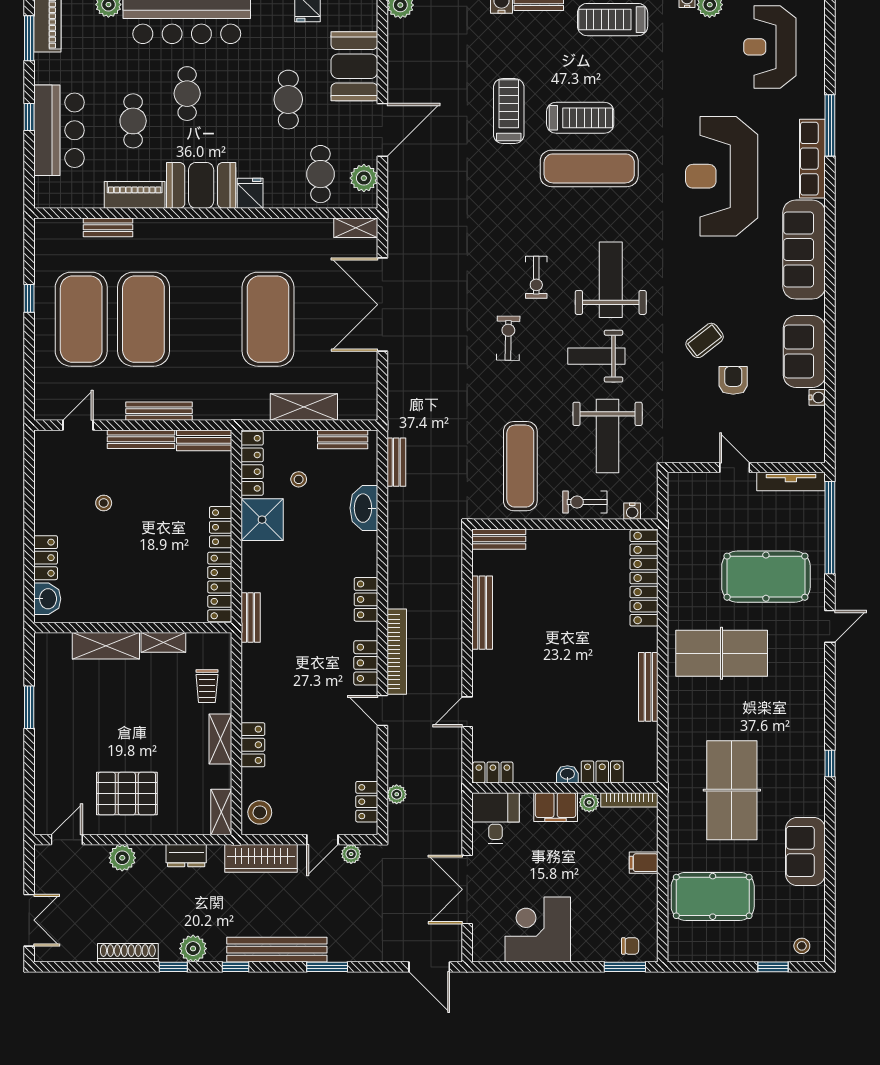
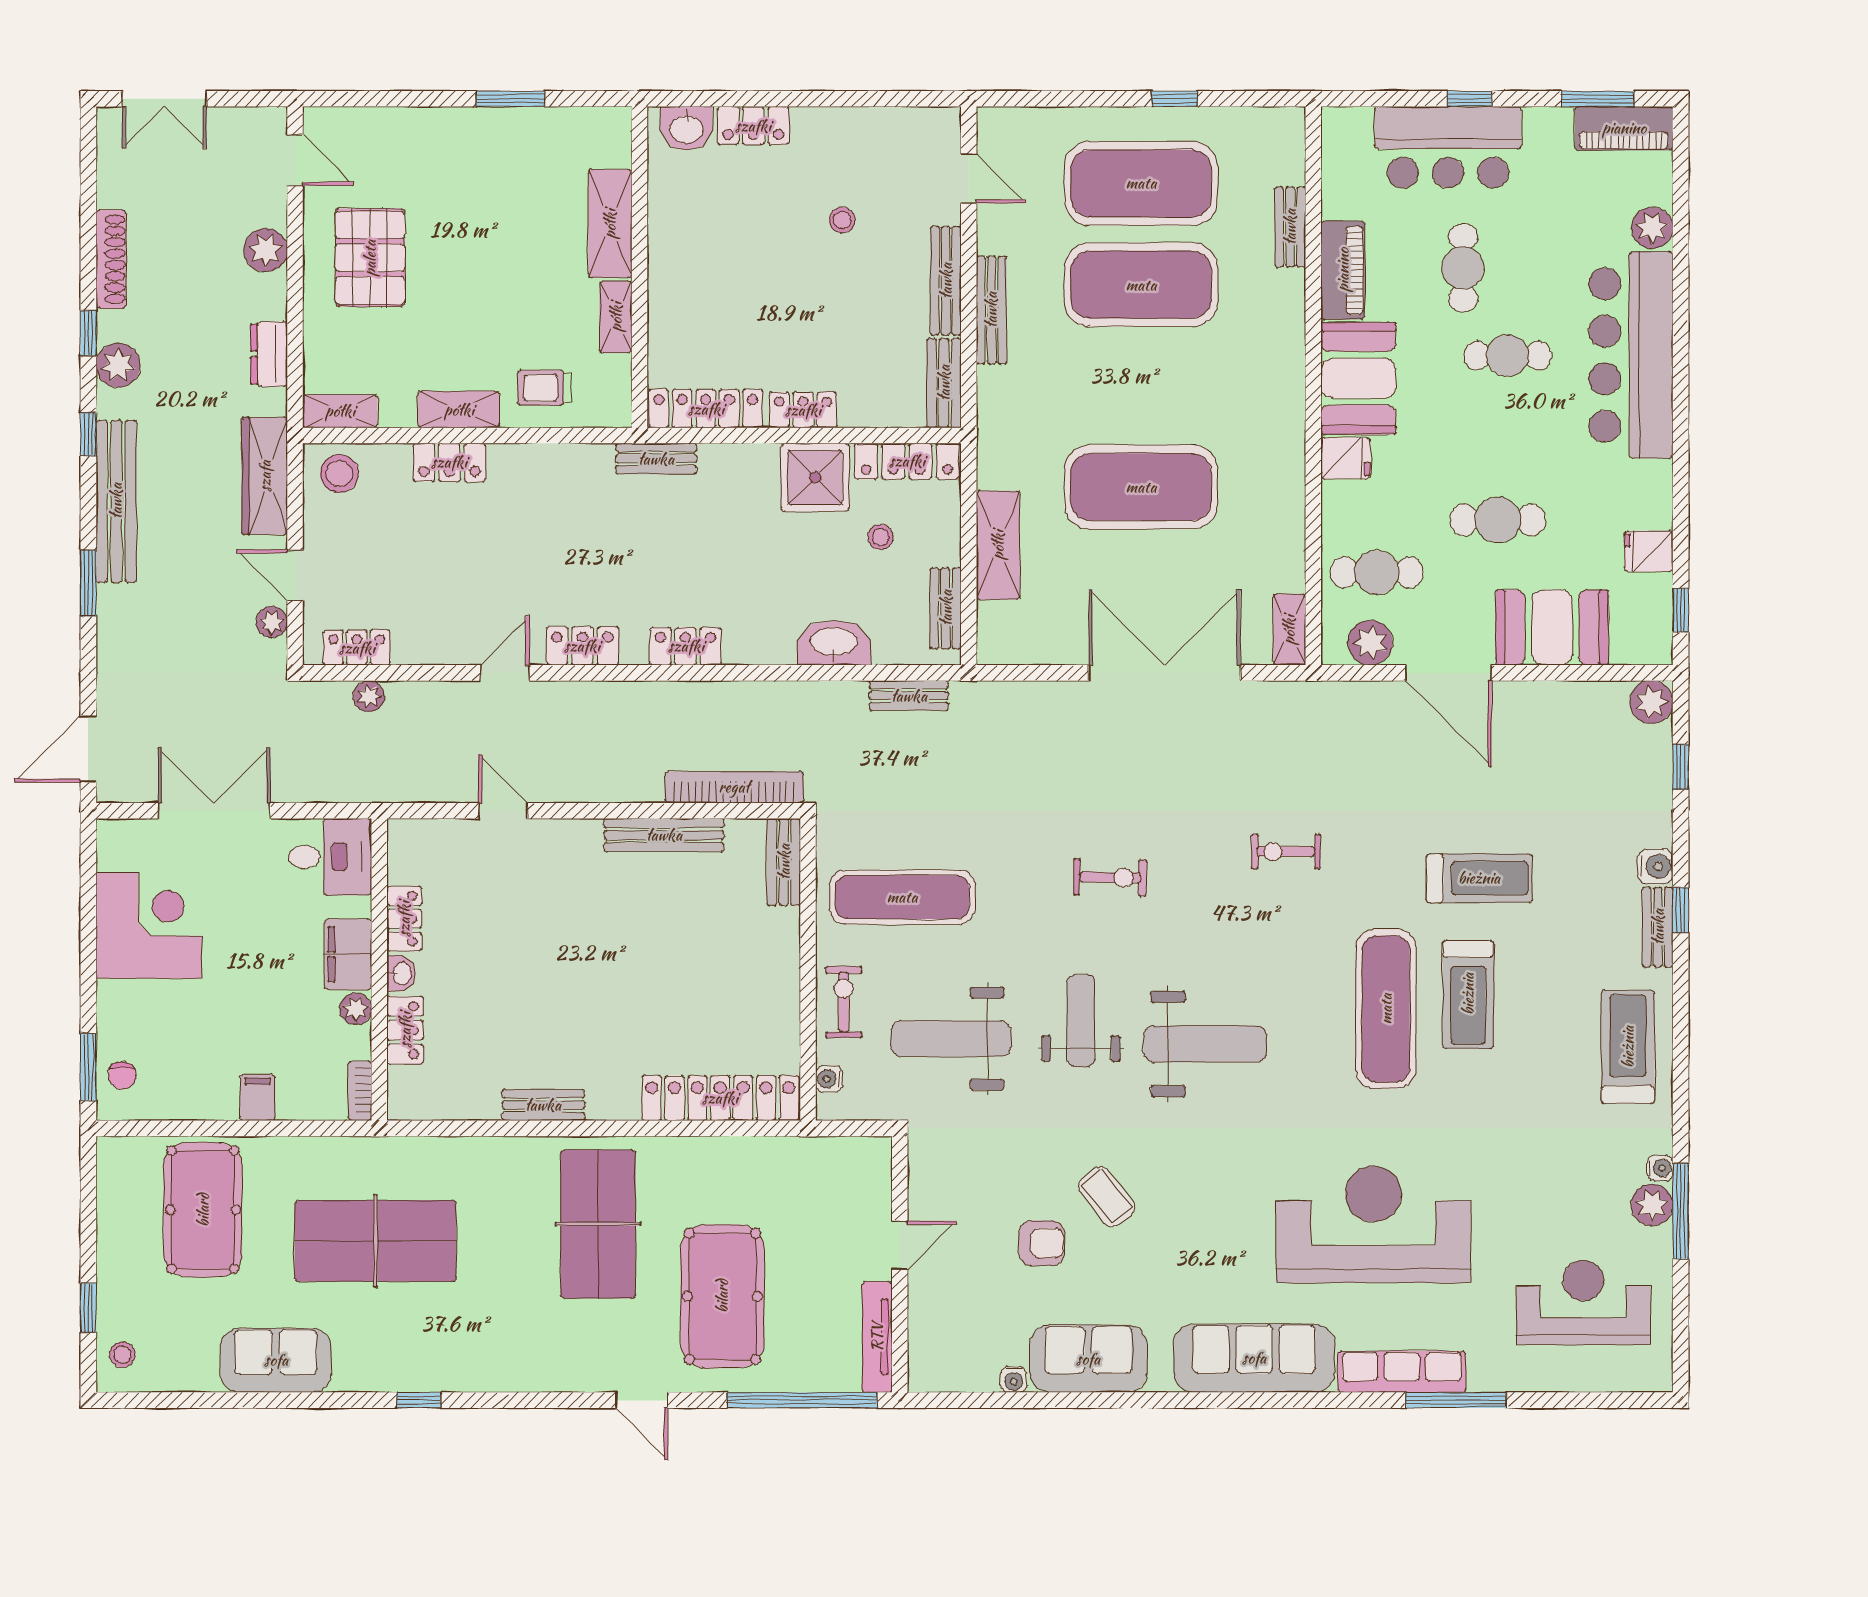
cafe table: (133, 121) -> (1463, 268), turned 90
exercise bike: (536, 277) -> (1286, 852), moved
bookcase: (397, 652) -> (734, 787), moved, turned 180
bench: (648, 687) -> (543, 1105), width x0.73
locker: (493, 772) -> (404, 919), moved
bookcase: (629, 800) -> (360, 1091), width x0.64

